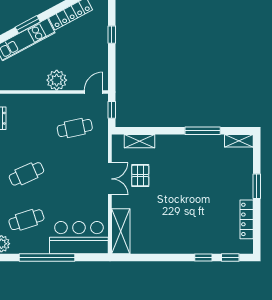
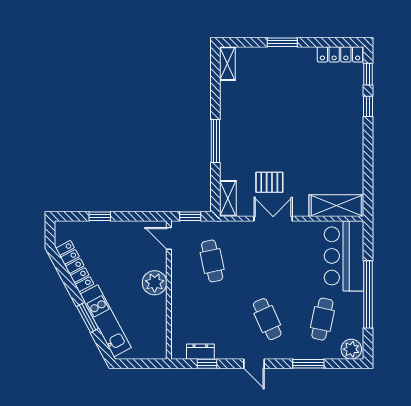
window: (203, 131) -> (215, 141), moved
shelving: (139, 141) -> (228, 198), moved
locker: (247, 219) -> (340, 54), moved
cafe table: (26, 220) -> (322, 319), turned 30

